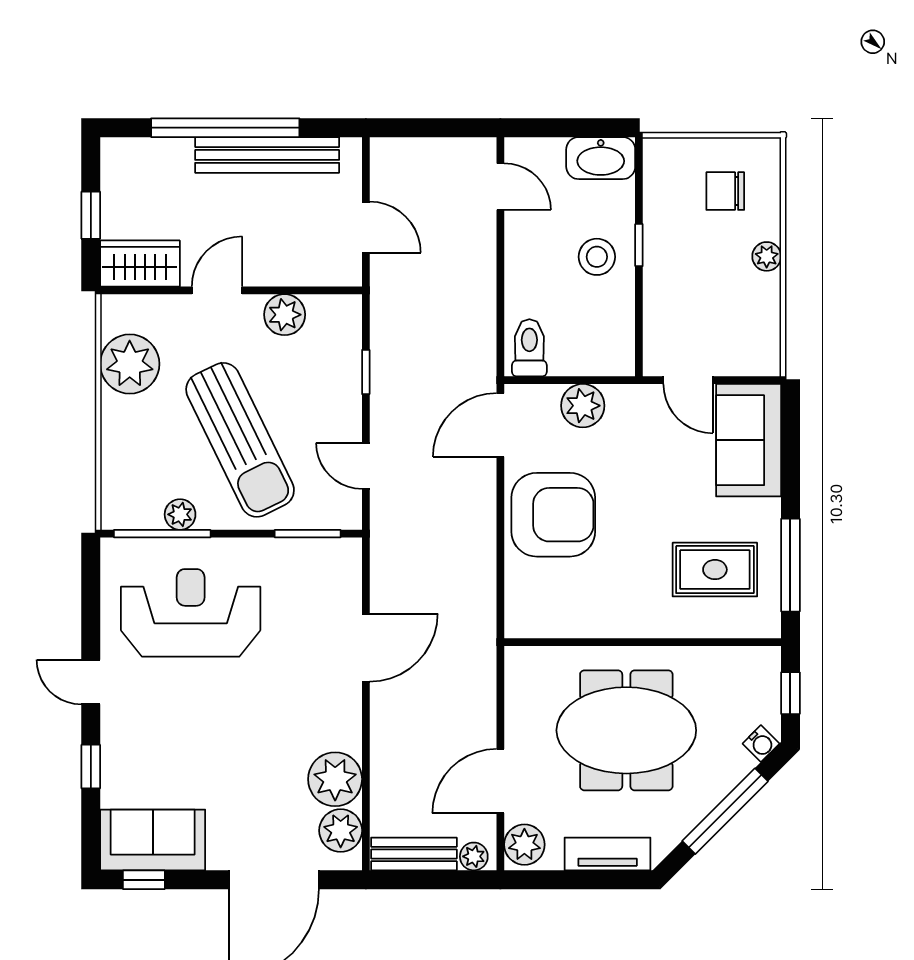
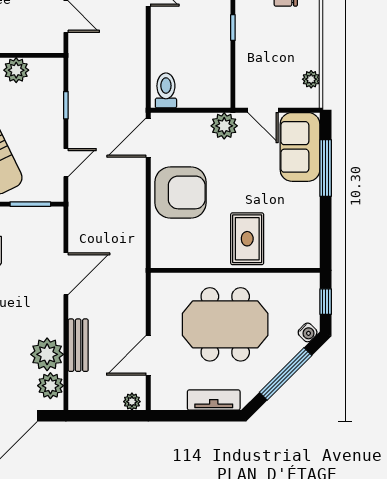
plant: (767, 256) -> (311, 79), moved
stool: (597, 257) -> (207, 35), removed
plant: (583, 406) -> (224, 126), moved
door: (366, 466) -> (66, 163), swing flipped
window: (790, 565) -> (326, 168), moved
rug: (715, 570) -> (247, 239), moved, turned 90
plant: (524, 845) -> (163, 394), removed
bench: (414, 854) -> (78, 345), moved, turned 90

